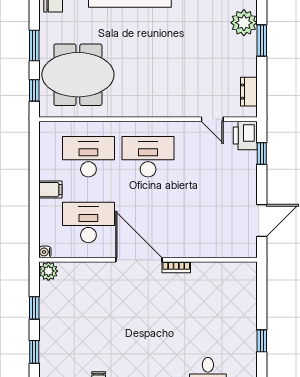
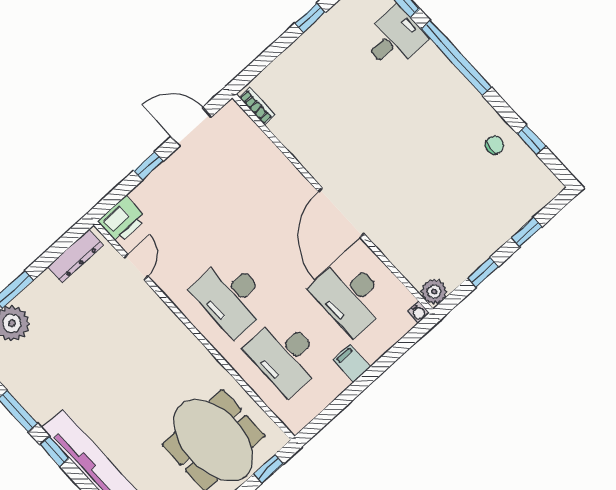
dresser: (249, 92) -> (75, 256), width x1.44
window: (262, 153) -> (148, 166), moved
bookcase: (176, 267) -> (257, 106), moved

